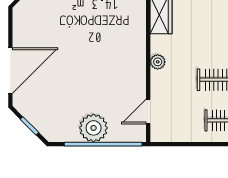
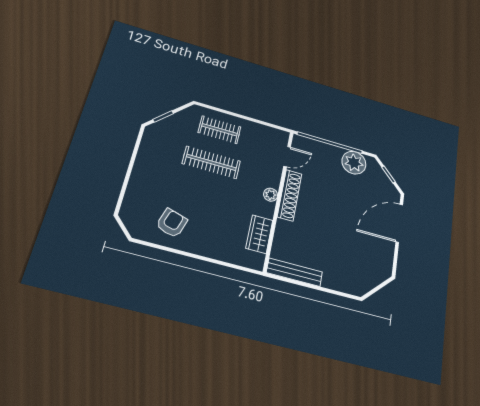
shoe rack: (137, 67) -> (290, 195), added
plant: (94, 128) -> (354, 163), moved

